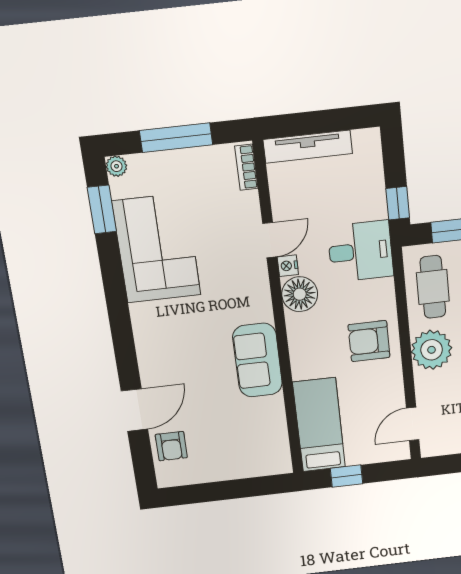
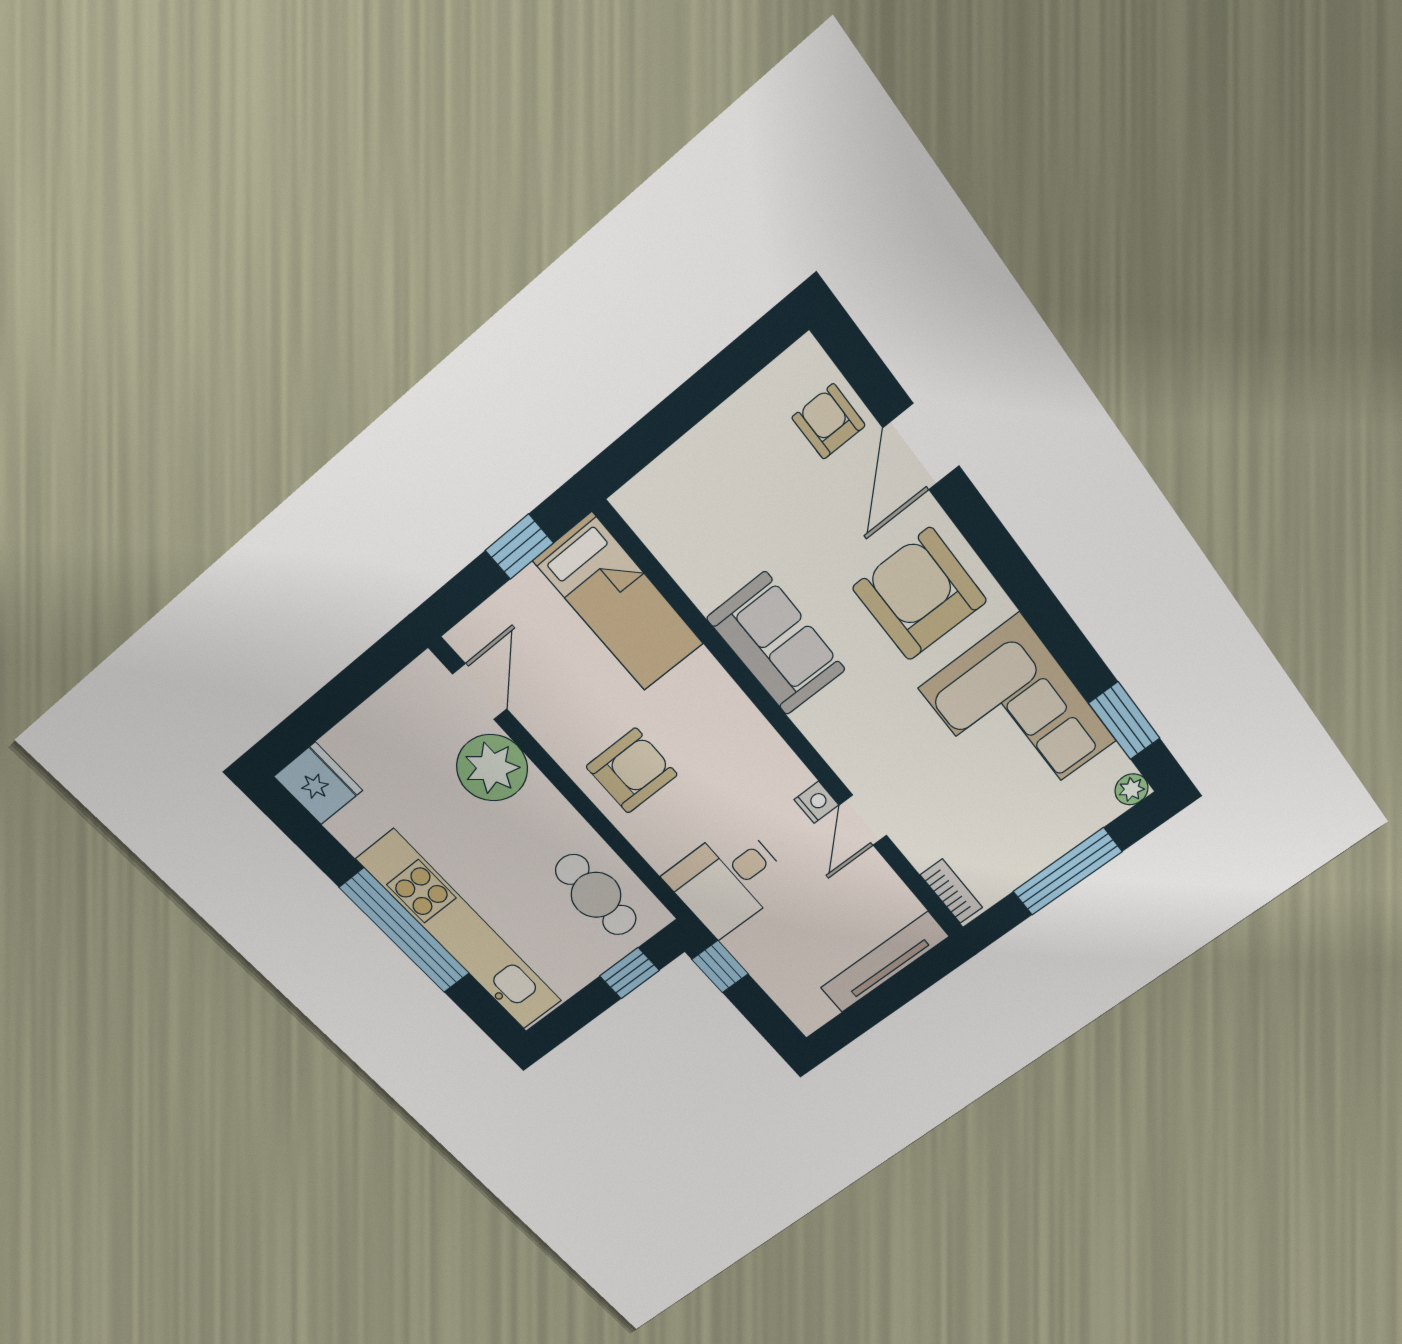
floor lamp: (300, 294) -> (775, 775), removed
armchair: (173, 342) -> (920, 594), added
plant: (432, 350) -> (492, 768), moved

